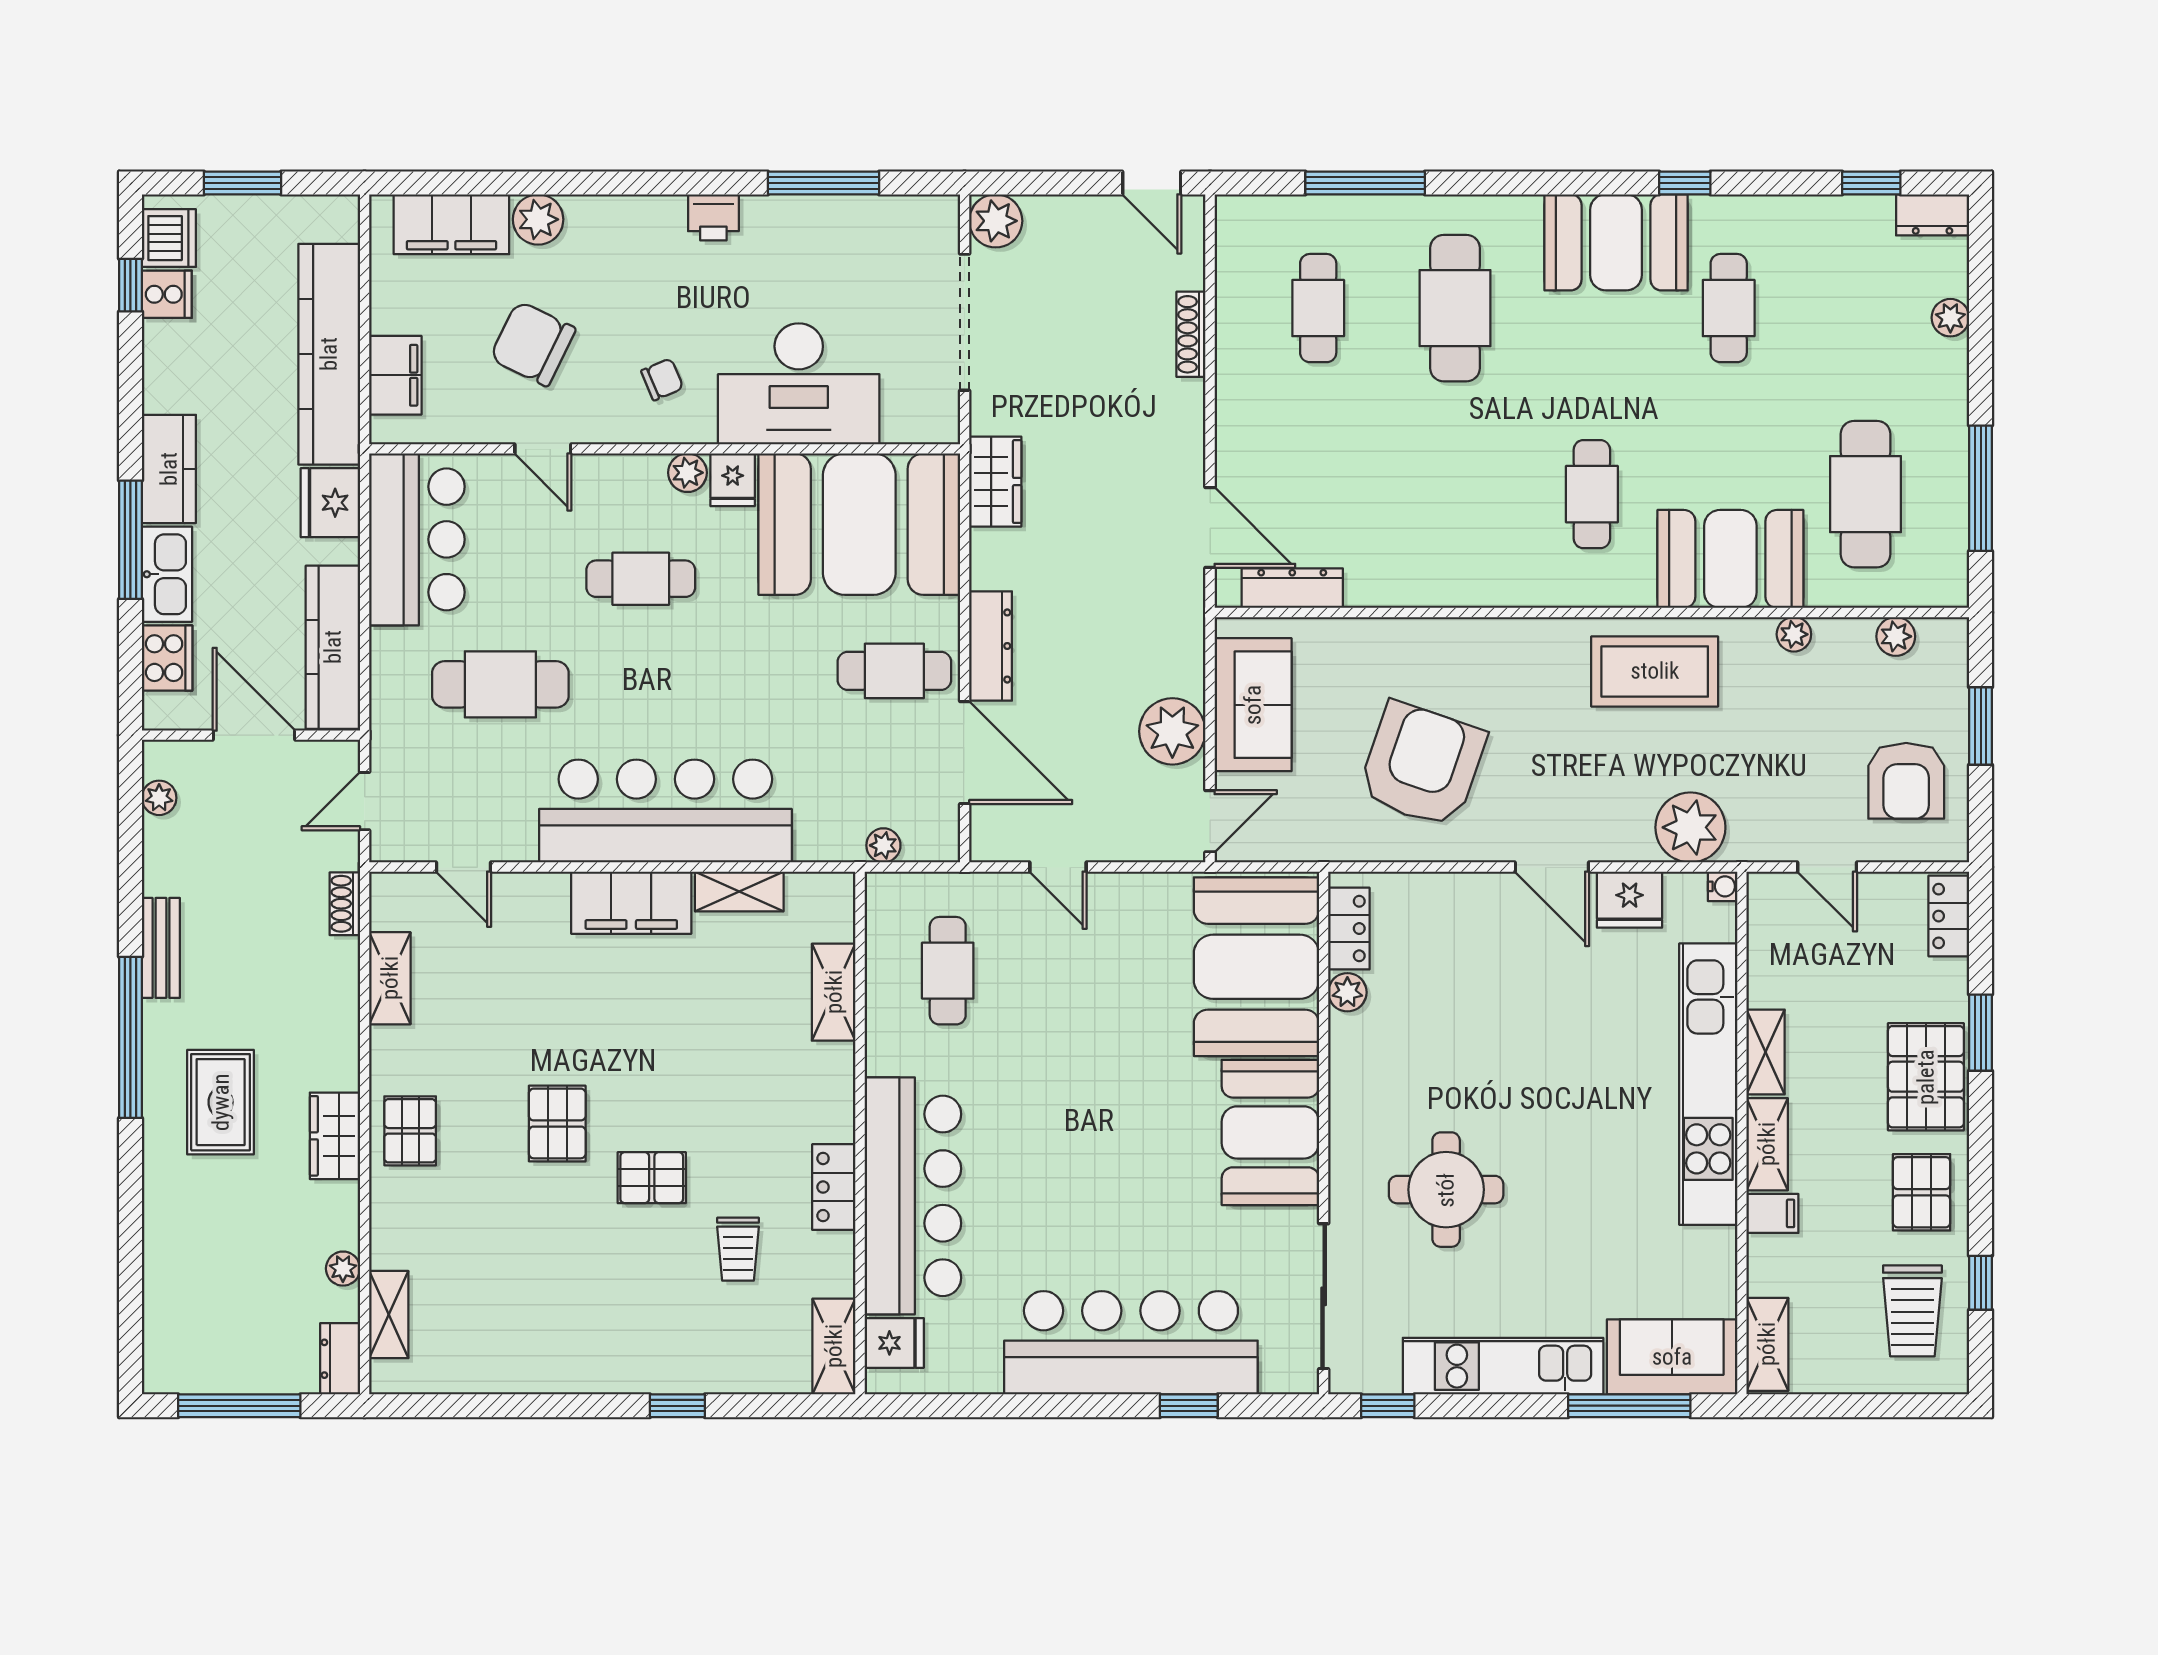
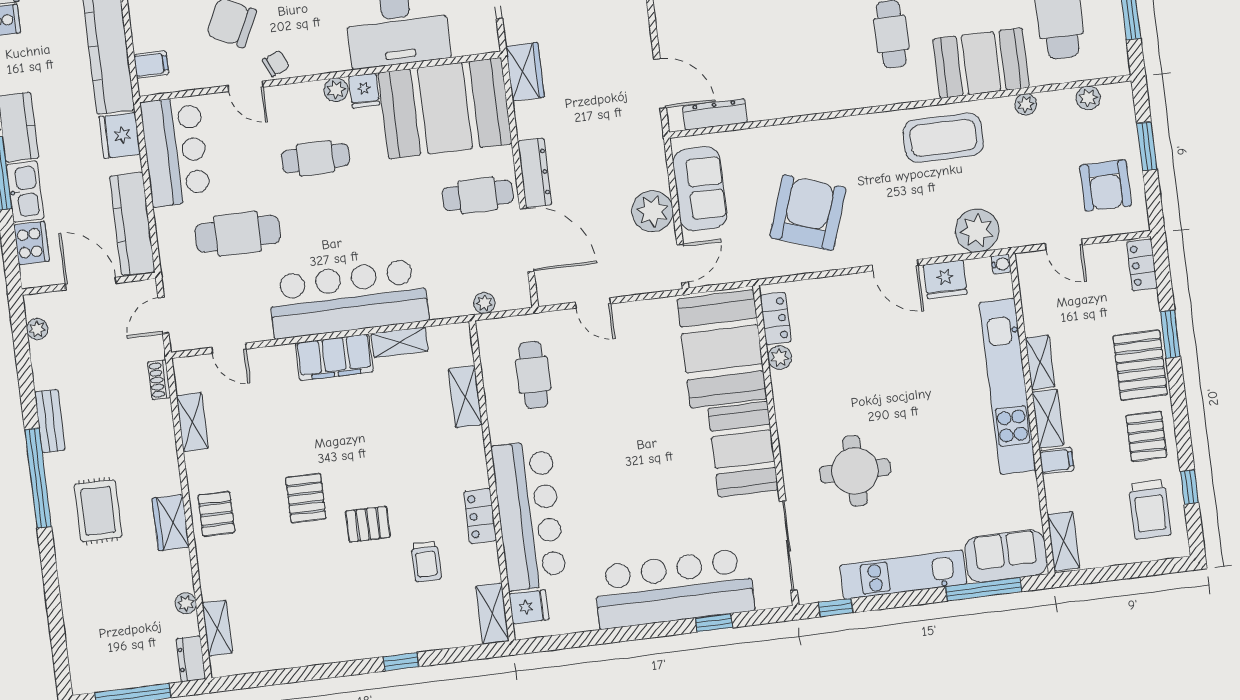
filing cabinet: (395, 375) -> (151, 65), width x0.50
chair: (662, 379) -> (276, 63), moved

